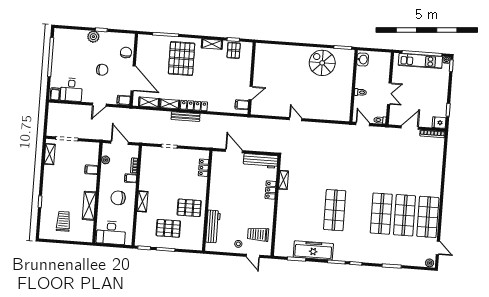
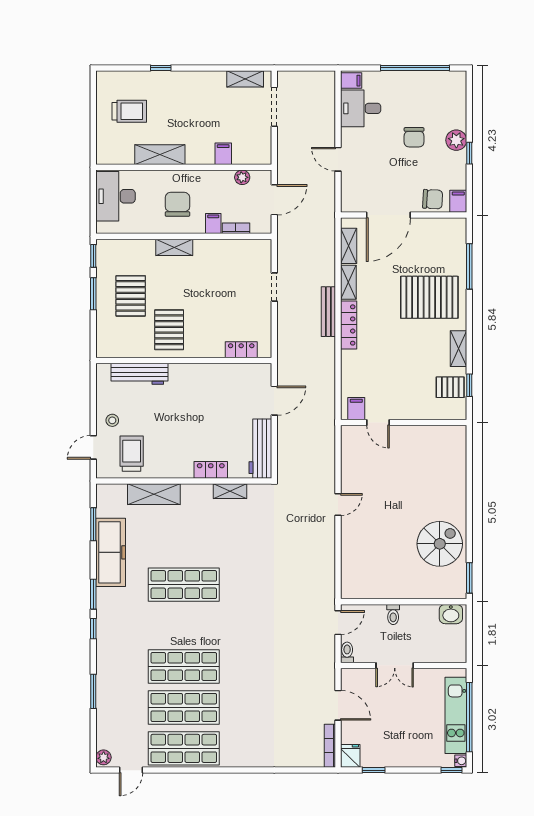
chair: (102, 70) -> (414, 137), moved
filing cabinet: (124, 100) -> (458, 201), moved
shelving: (282, 223) -> (154, 494), added

